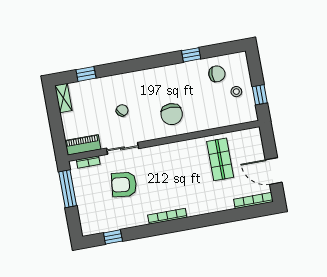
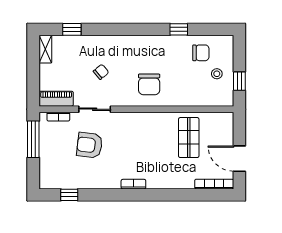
bookcase: (167, 216) -> (133, 184), width x0.64

